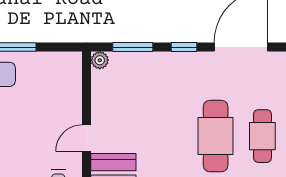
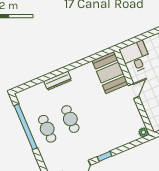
window: (133, 47) -> (130, 146), removed
cafe table: (216, 136) -> (70, 119), width x0.73, depth x0.74

